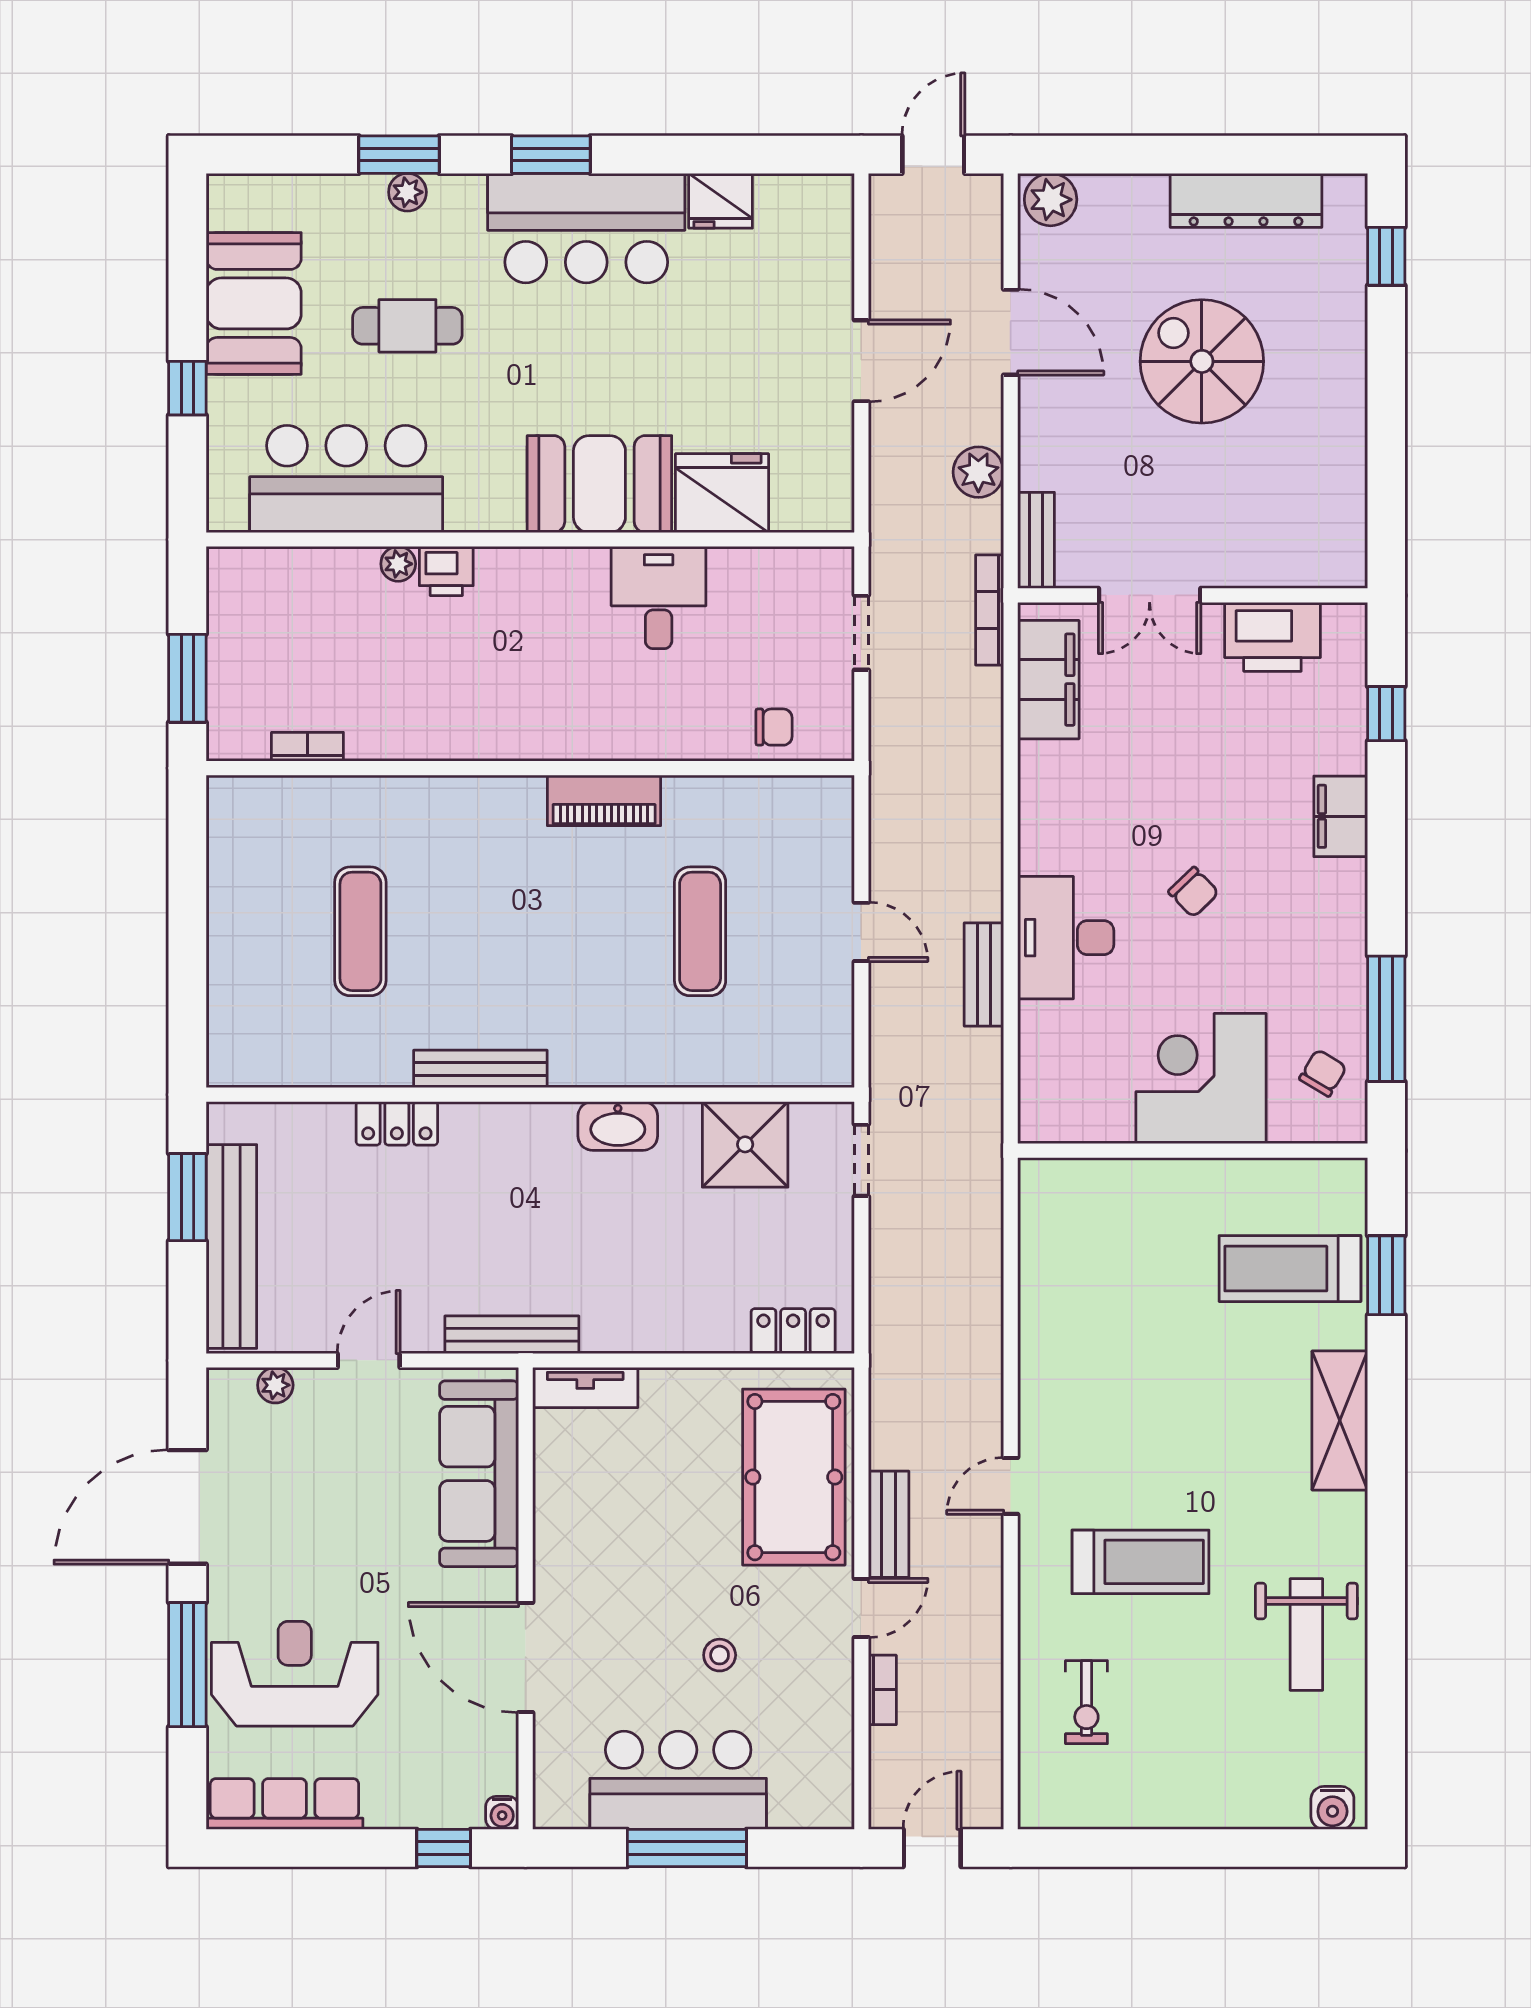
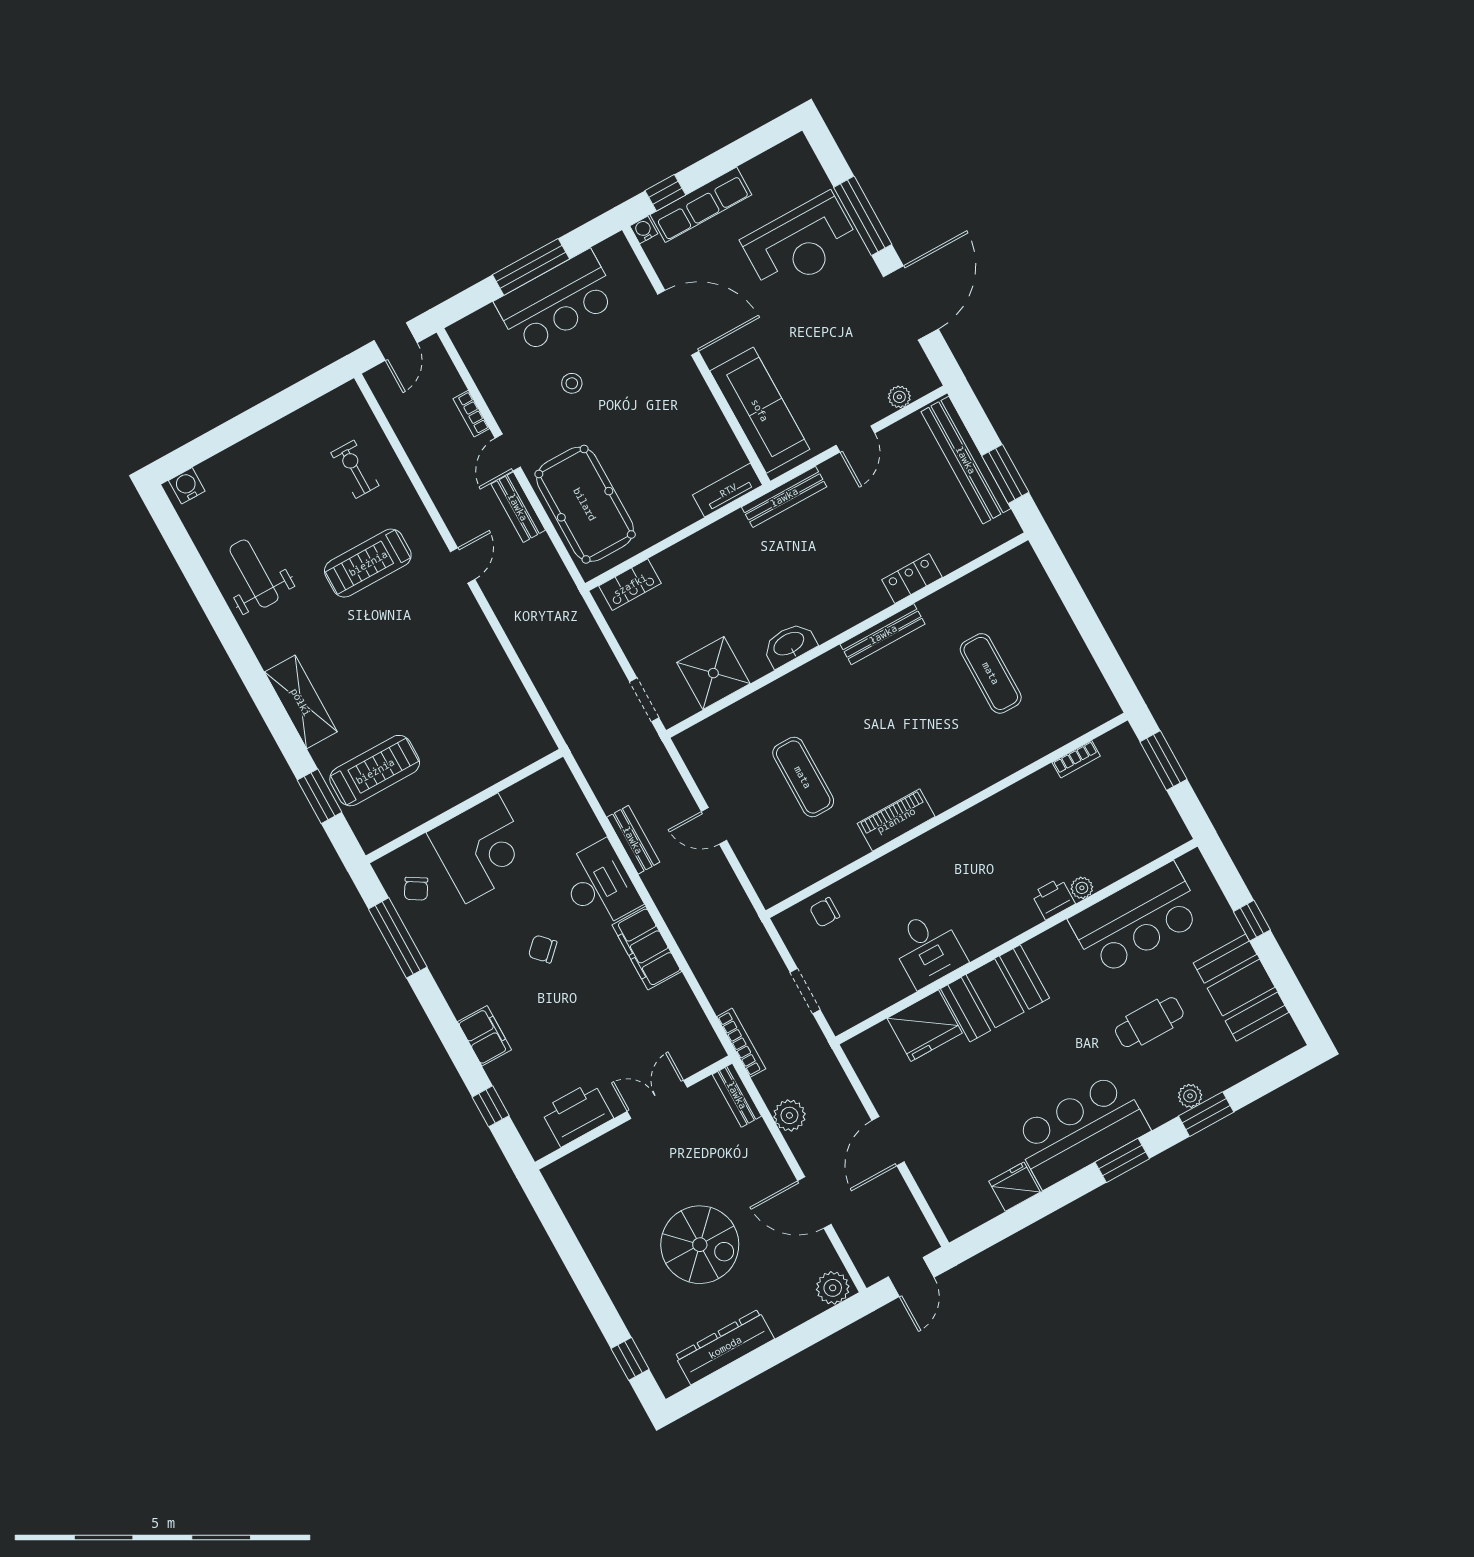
filing cabinet: (1048, 680) -> (647, 948), moved
row of seats: (284, 1804) -> (701, 205), moved

